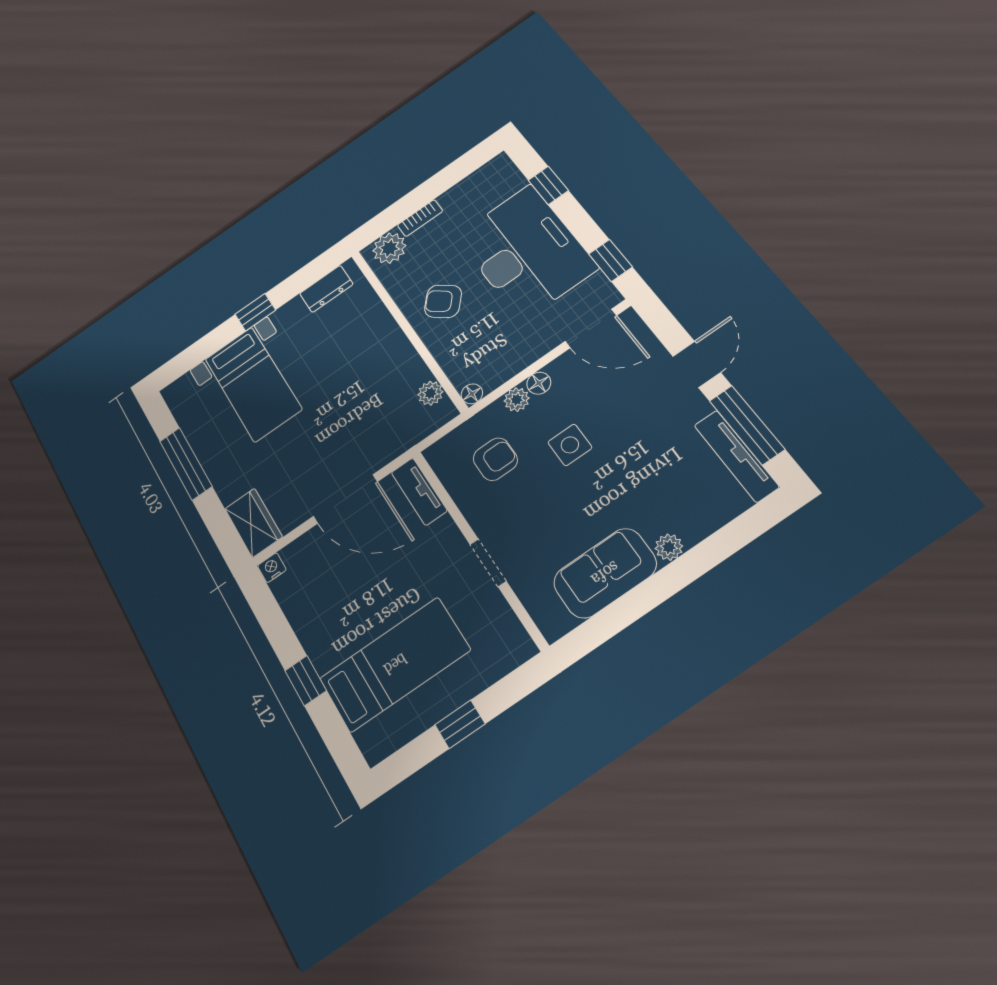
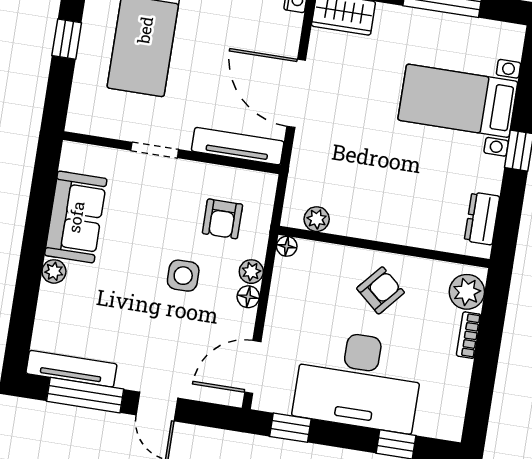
tv unit: (419, 492) -> (238, 146), width x1.41
door: (345, 499) -> (296, 93), hinge flipped

